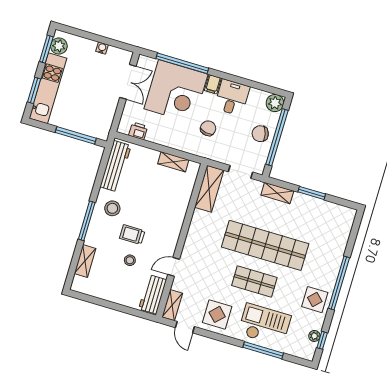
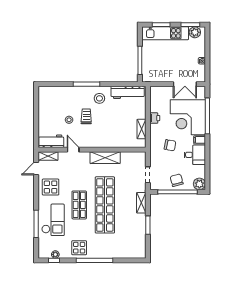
printer: (138, 131) -> (155, 118), moved
shelving: (209, 189) -> (105, 158), moved
shelving: (85, 261) -> (60, 91), removed

